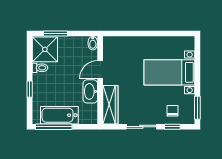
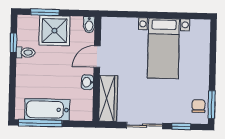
shower: (45, 49) -> (54, 31), moved
bed with nightstands: (169, 72) -> (163, 48), moved, turned -90
window: (30, 89) -> (13, 43), moved
washbasin: (90, 91) -> (87, 82), width x0.52, depth x0.69
chair: (172, 111) -> (198, 106), moved

